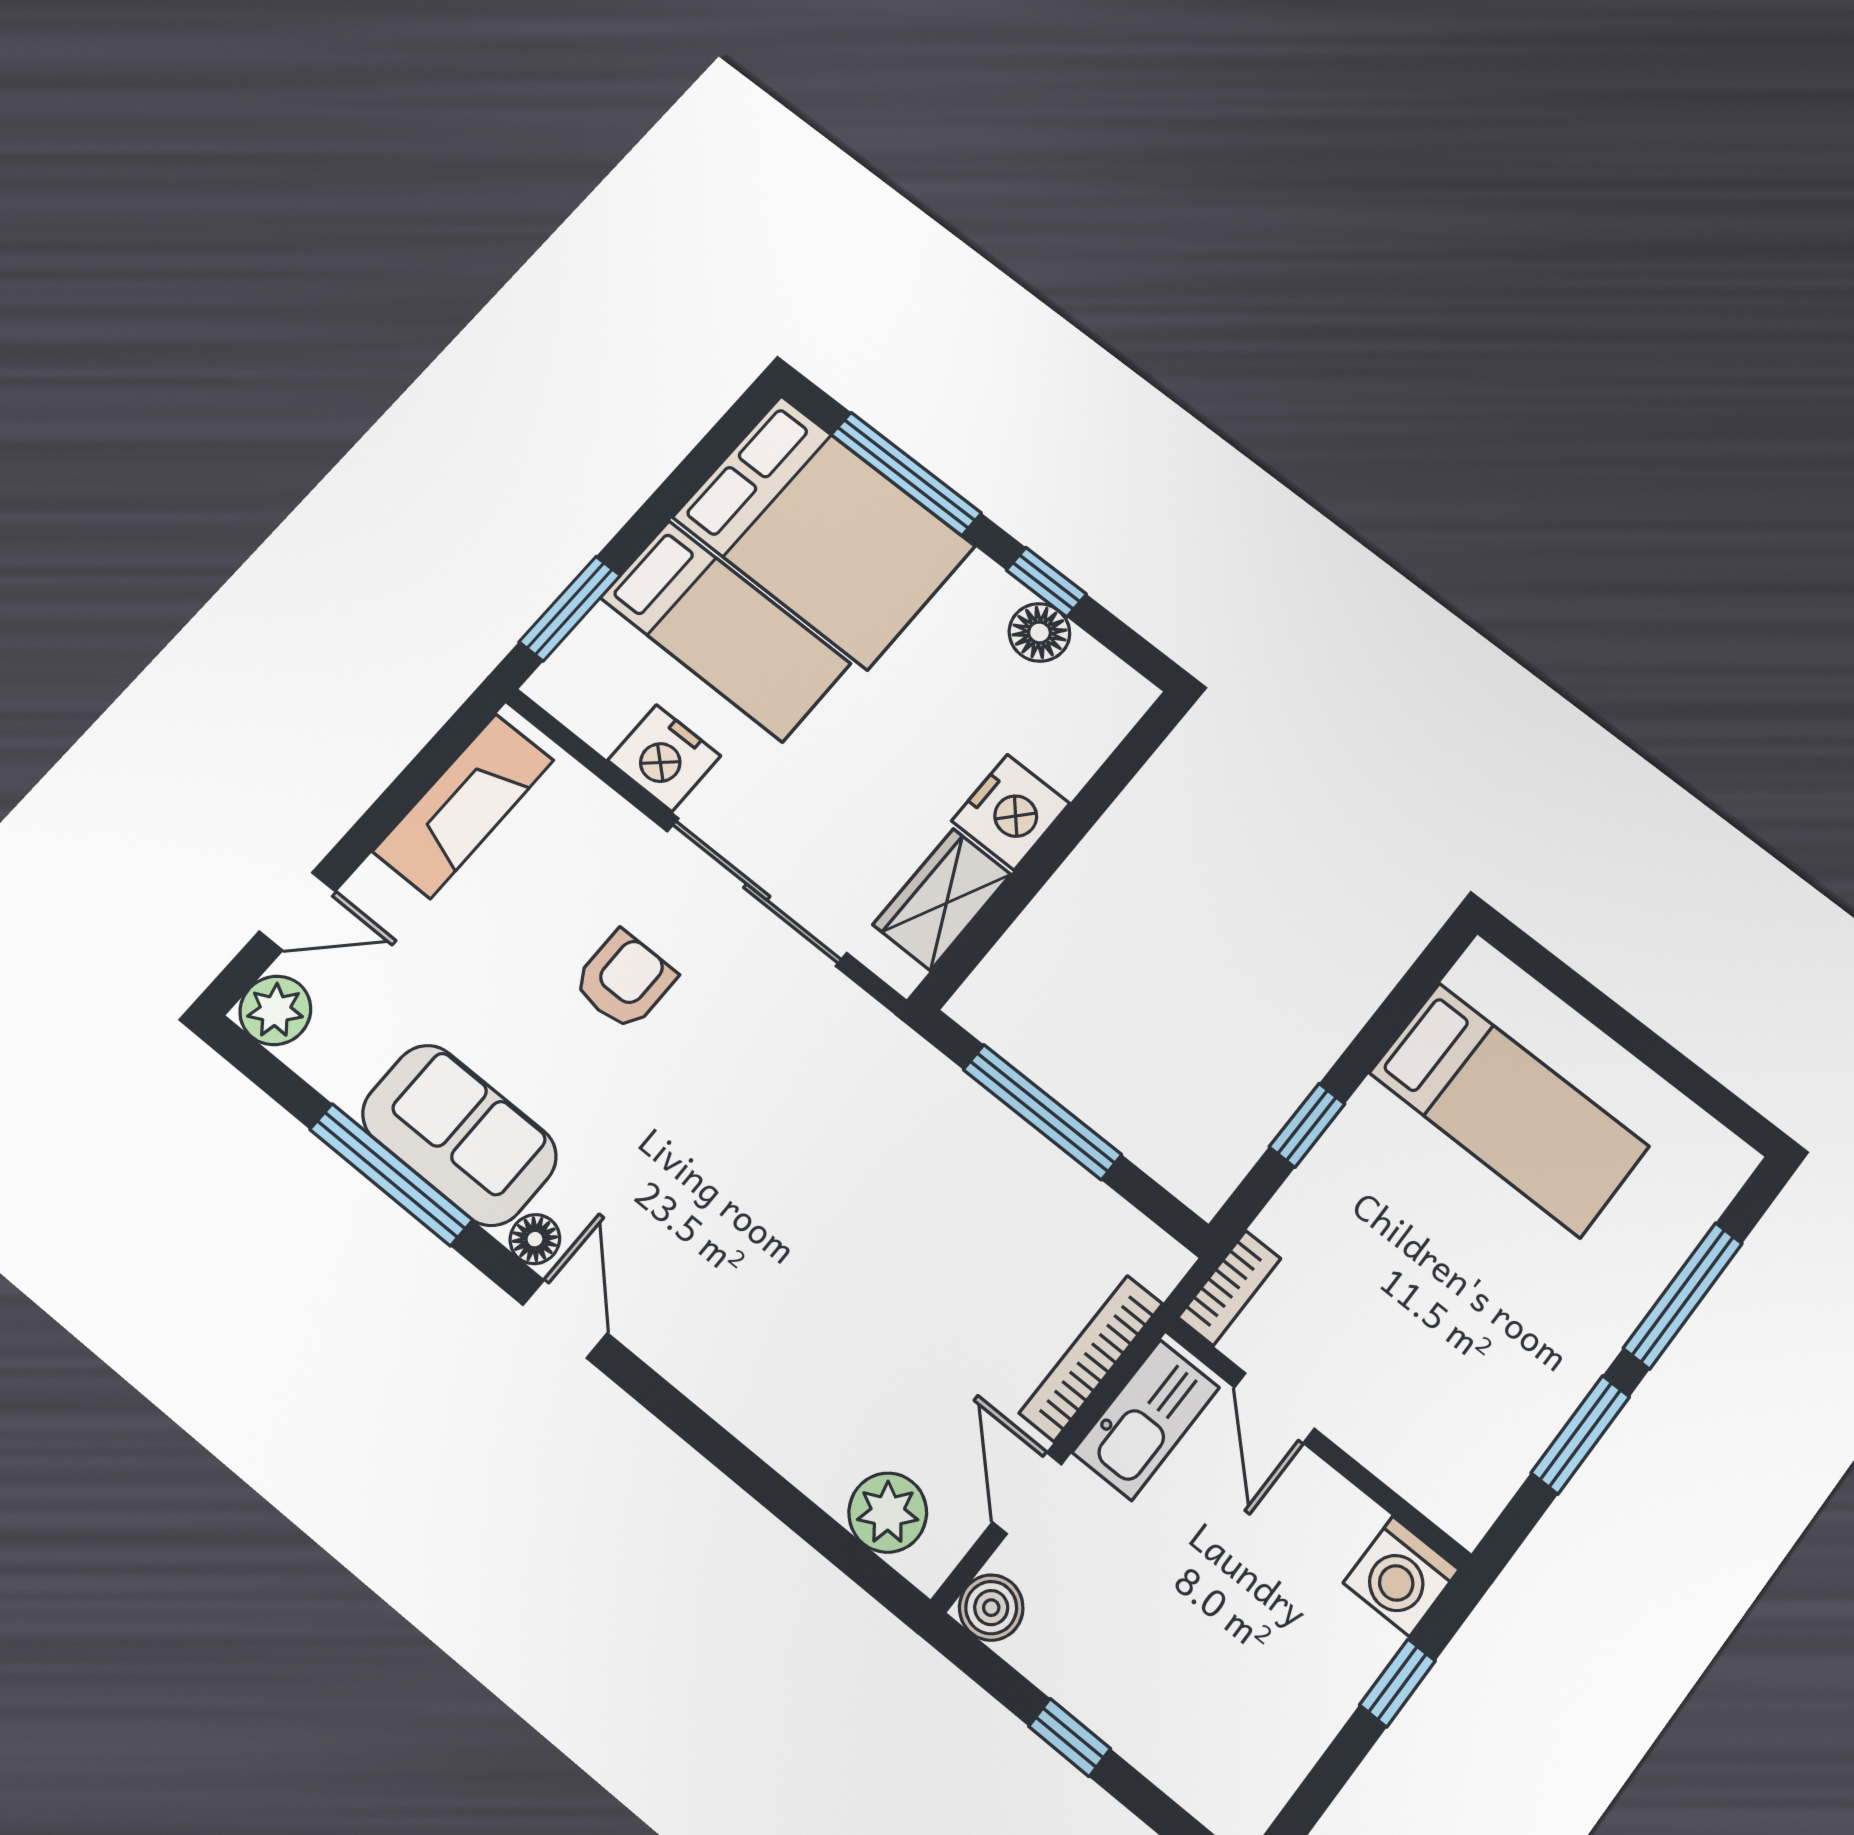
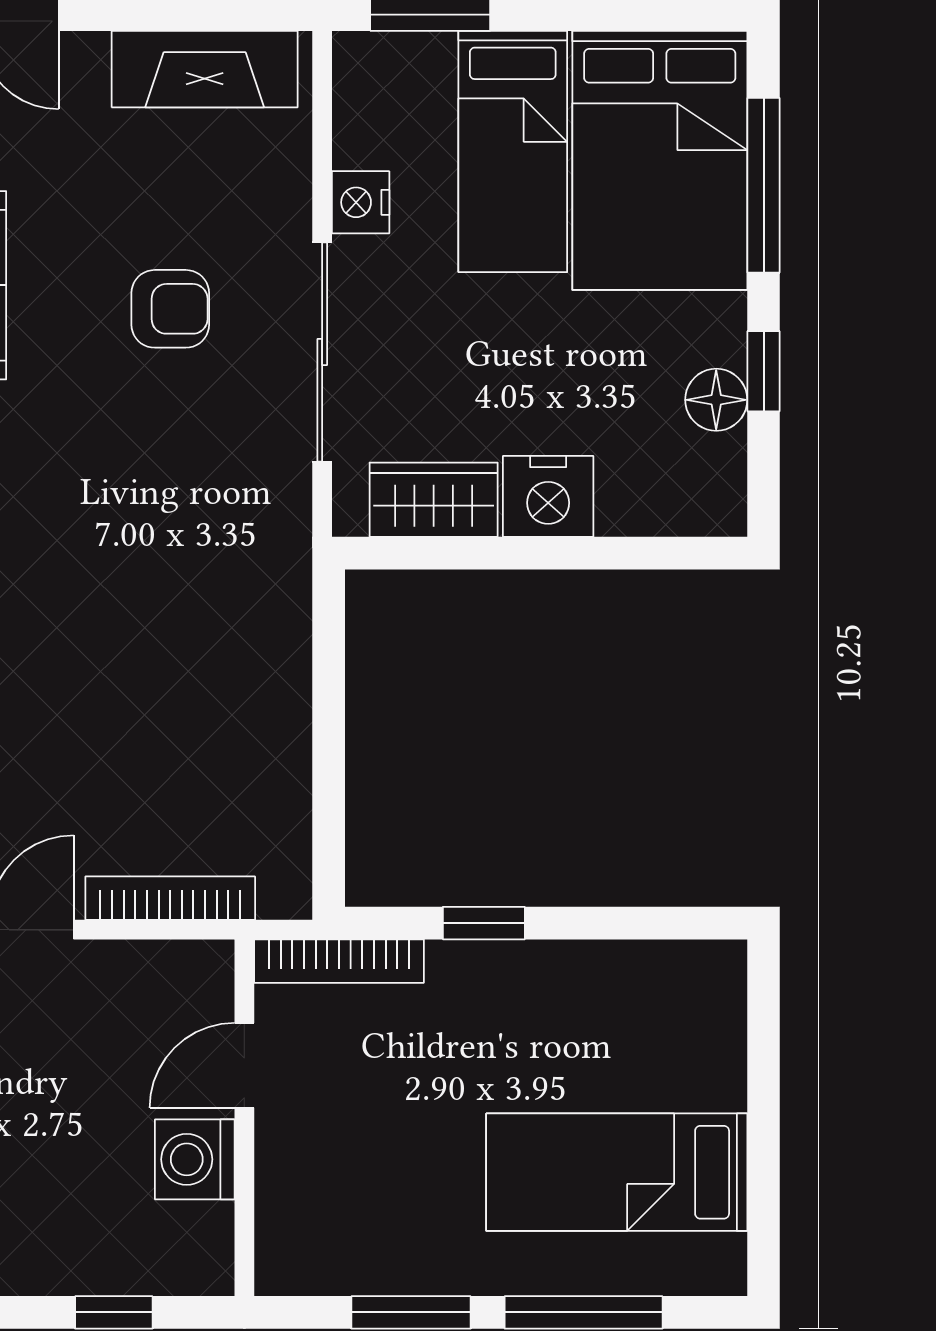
nightstand: (664, 758) -> (361, 202), width x0.74, depth x0.75
bed: (1509, 1110) -> (617, 1172), moved, turned 90
window: (1042, 1112) -> (329, 712), removed
bookcase: (1229, 1288) -> (339, 961), width x1.56
kitchen sink: (1146, 1420) -> (157, 976), removed
washing machine: (1401, 1576) -> (195, 1159), moved

